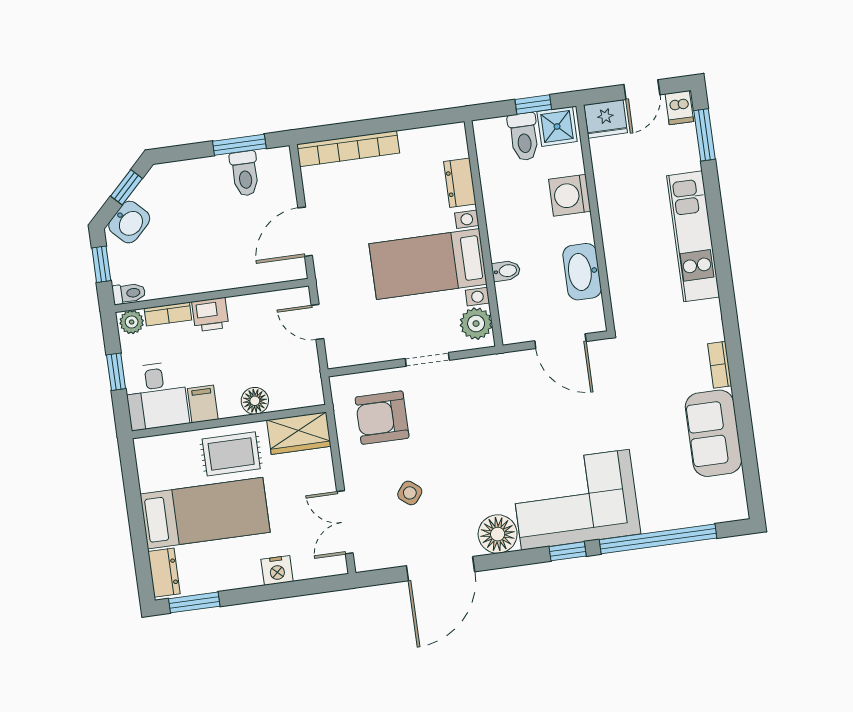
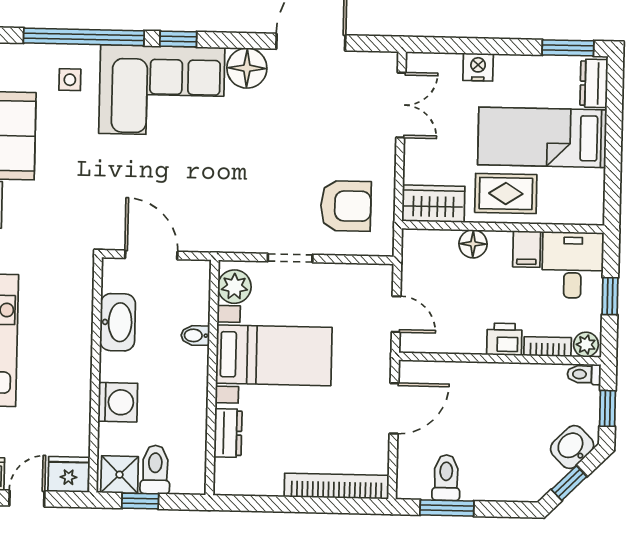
side table: (410, 493) -> (70, 80), moved, turned -38

